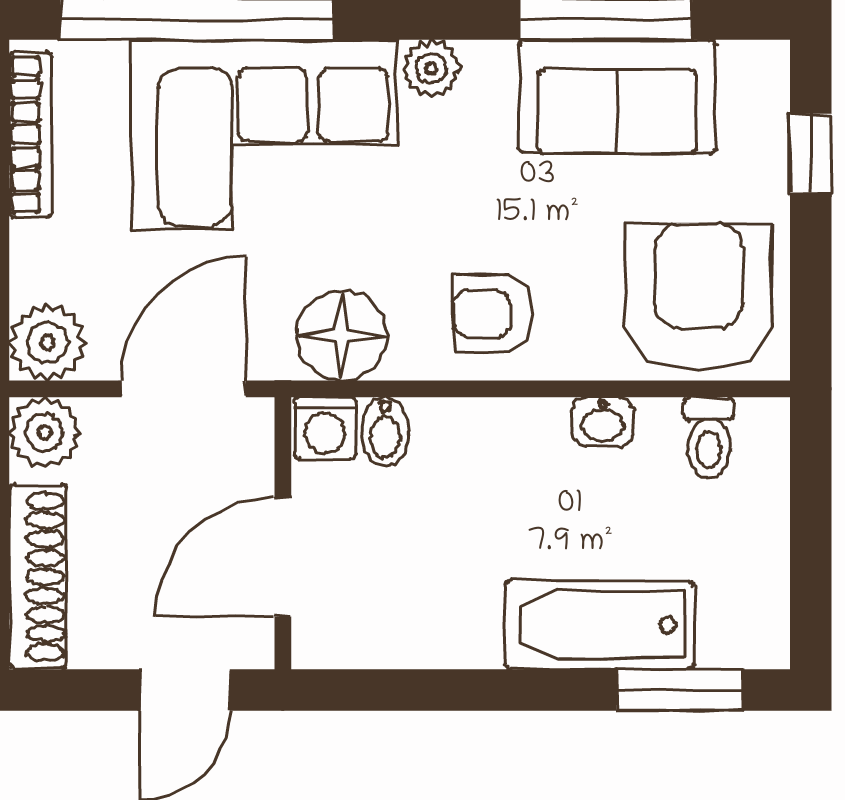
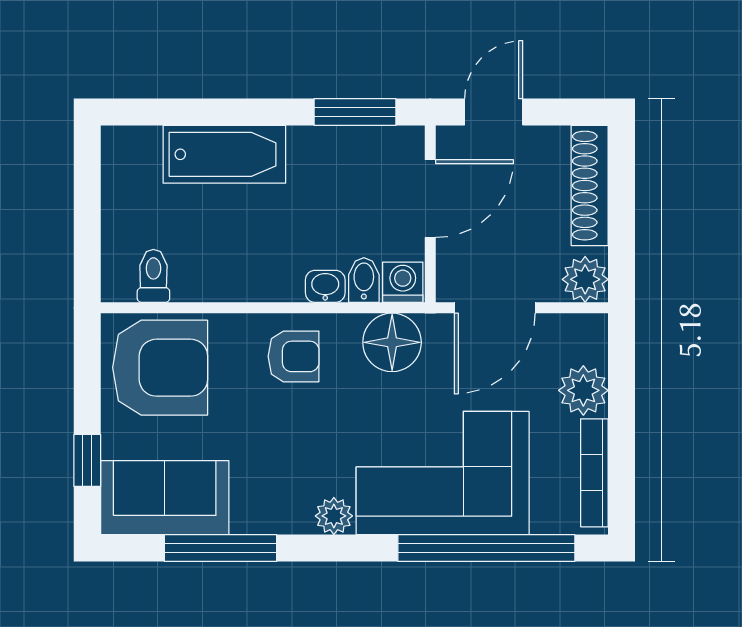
sofa: (617, 97) -> (165, 498), moved
armchair: (699, 297) -> (160, 368), turned -90
plant: (47, 342) -> (583, 390), moved
washbasin: (603, 422) -> (325, 286), moved
window: (680, 690) -> (355, 112), moved

